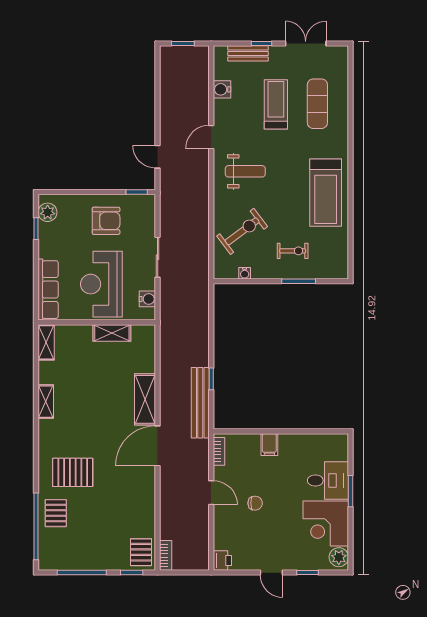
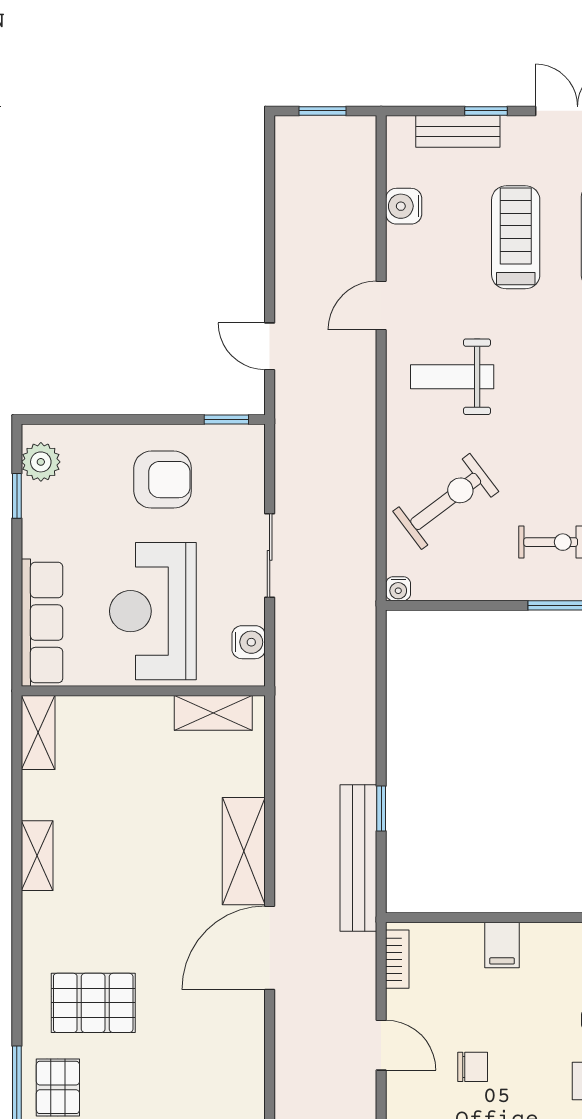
weight bench: (245, 171) -> (452, 377), turned 180
water cooler: (245, 273) -> (398, 589), moved
shelving: (112, 333) -> (213, 713), moved

